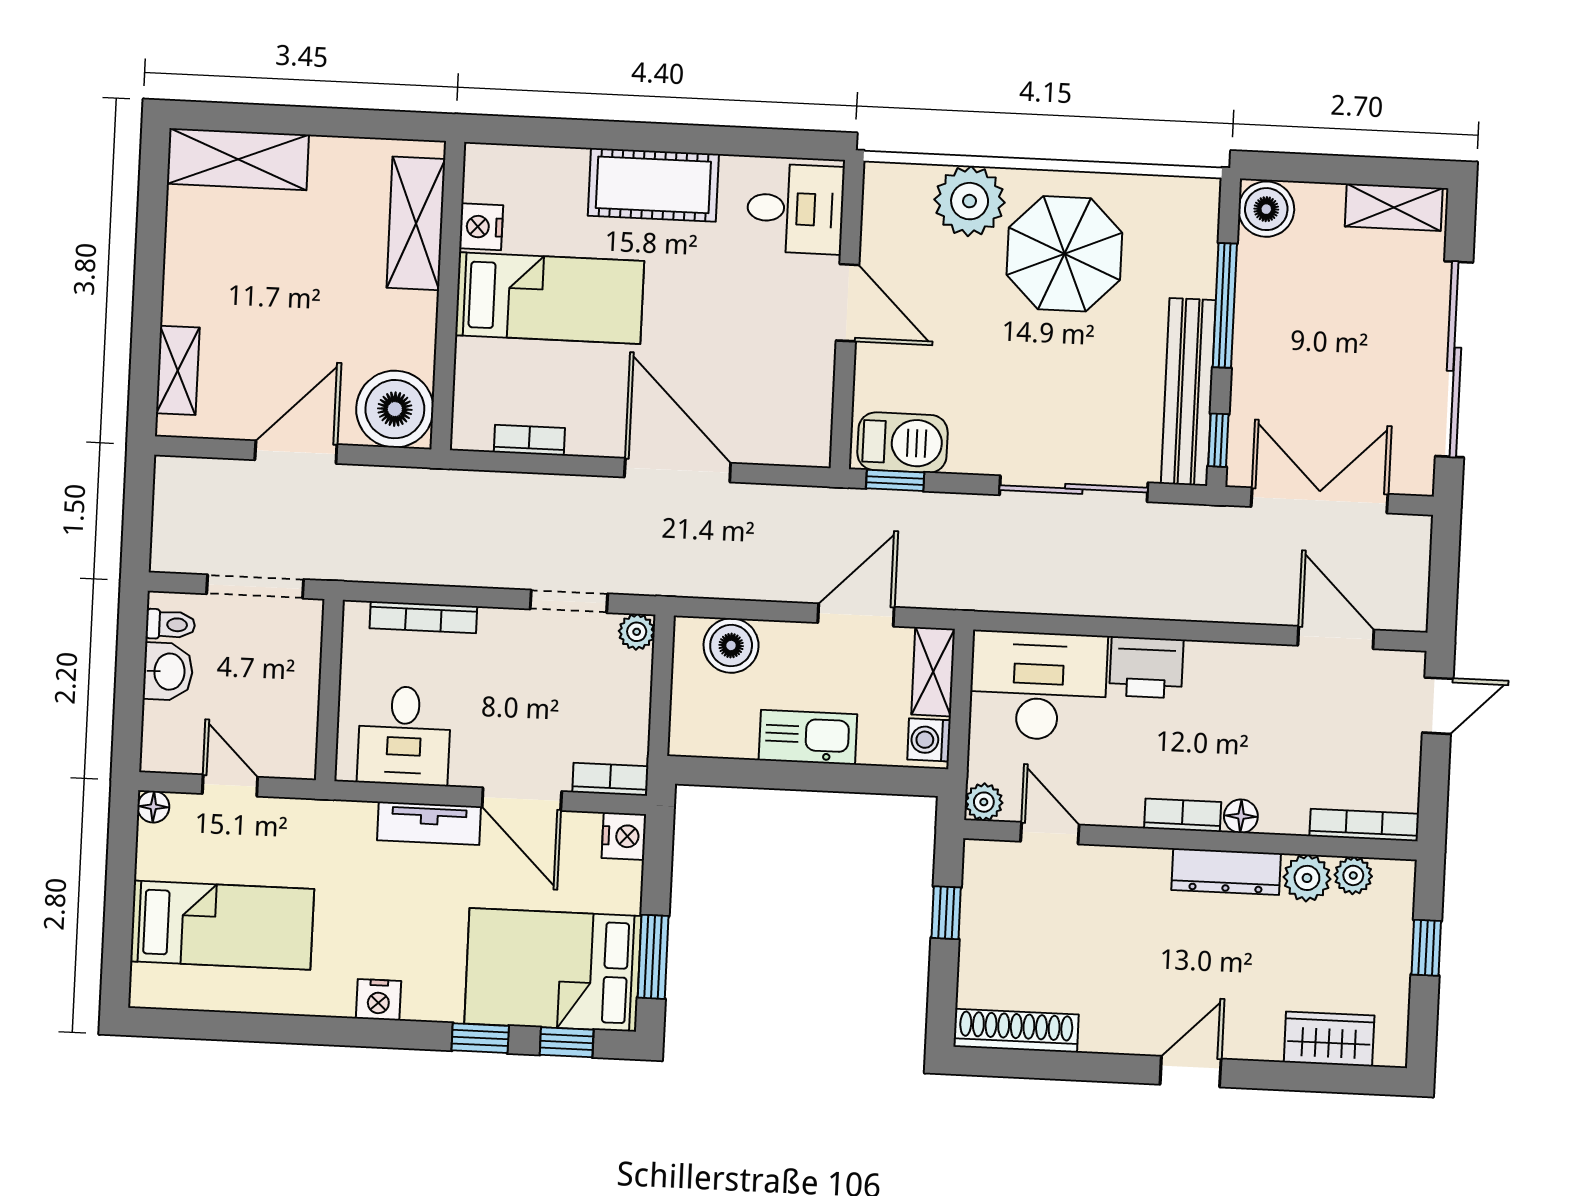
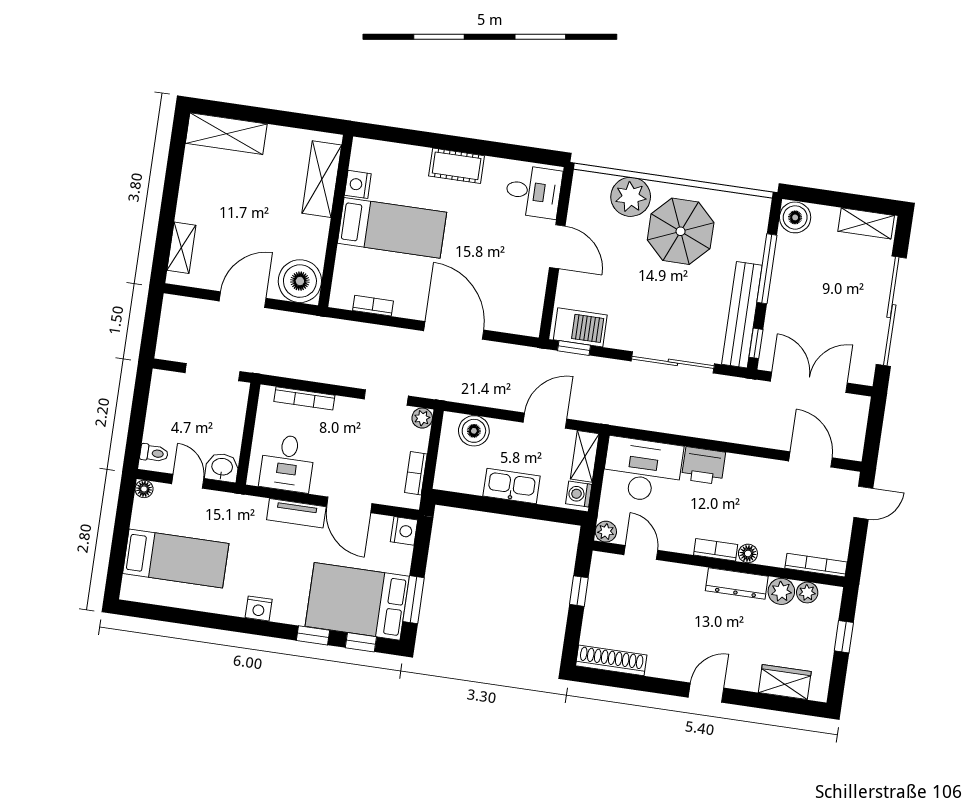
cot: (653, 185) -> (457, 166), width x0.73, depth x0.75
toilet: (170, 625) -> (154, 453), moved
washbasin: (168, 672) -> (222, 467), moved, turned -90
bookcase: (610, 779) -> (416, 473), moved, turned -90

